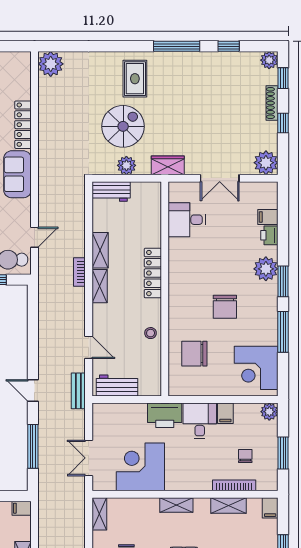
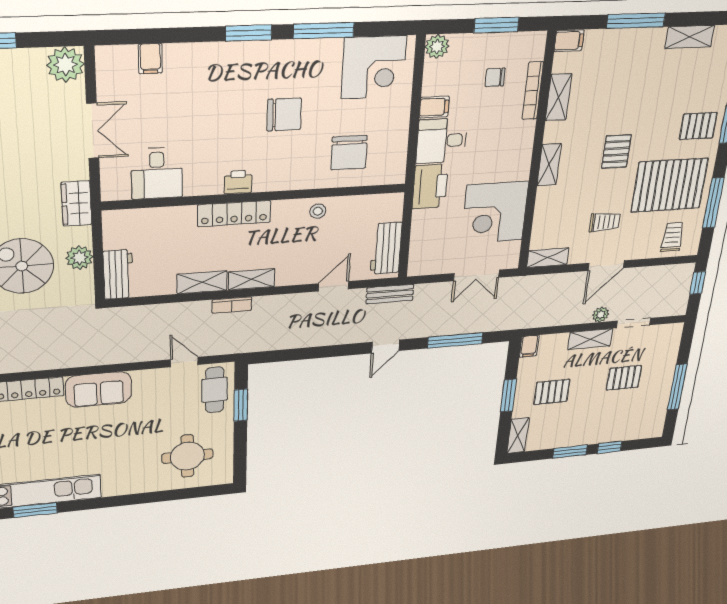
printer: (269, 235) -> (238, 182), moved, turned 180
plant: (266, 269) -> (229, 59), removed

